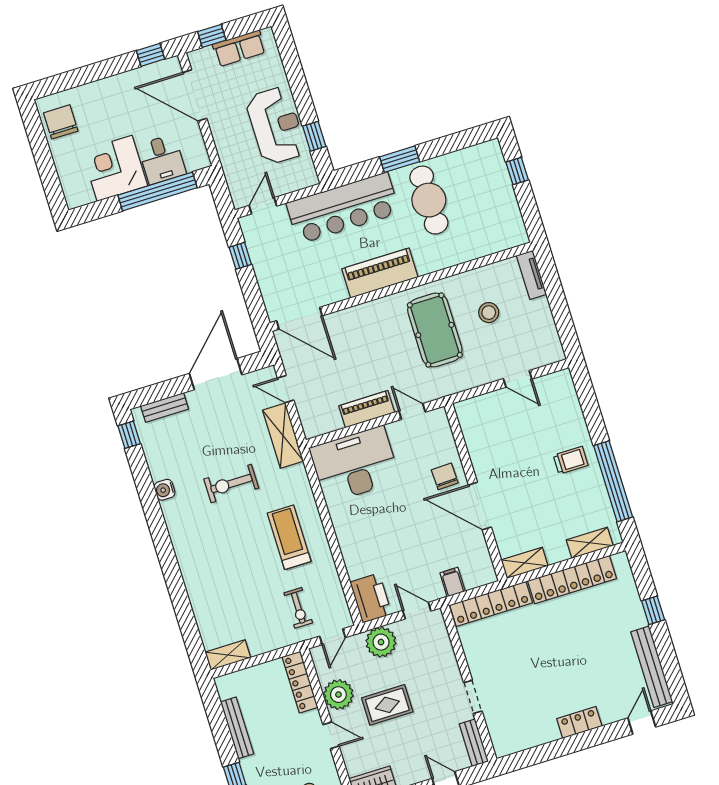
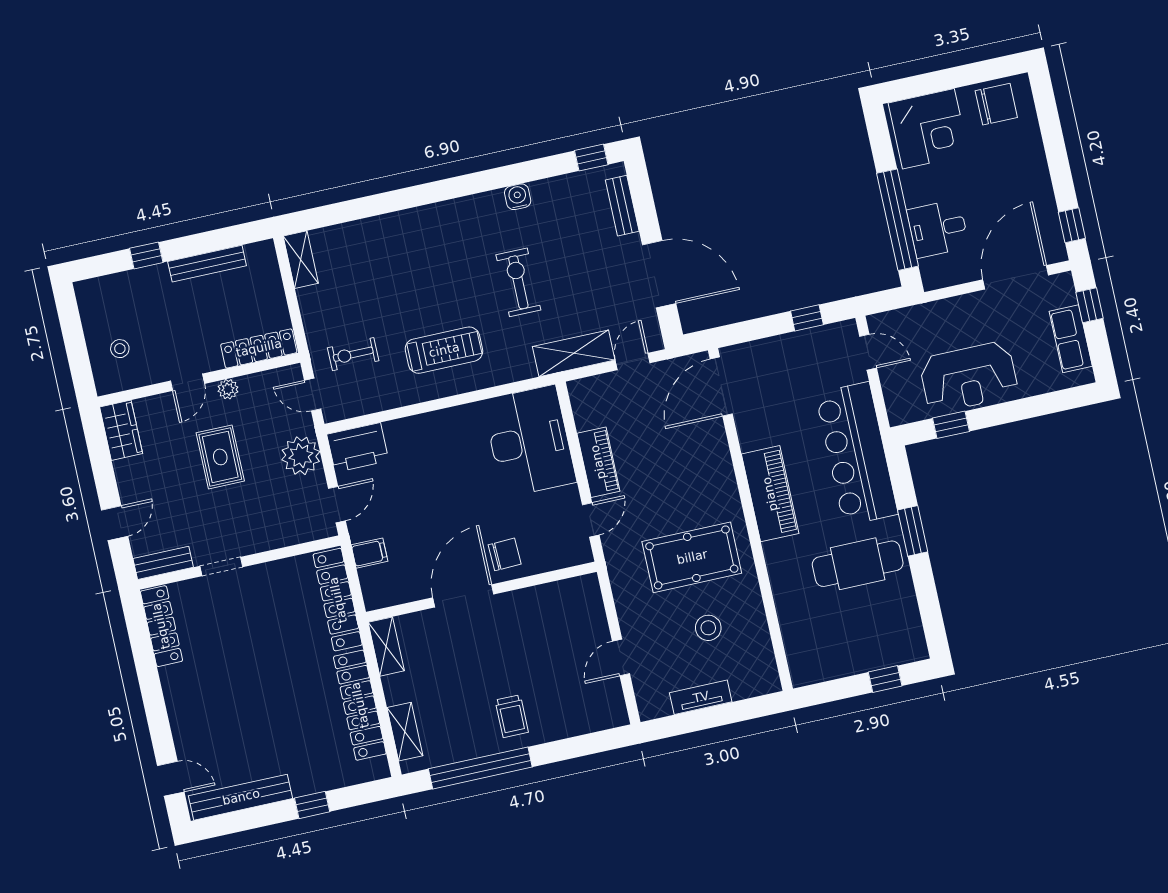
corner desk: (115, 168) -> (928, 129), moved, turned 90
tv unit: (531, 275) -> (701, 697), moved
plant: (338, 695) -> (228, 389), width x0.53, depth x0.53
locker: (579, 722) -> (161, 626), moved, width x1.53

